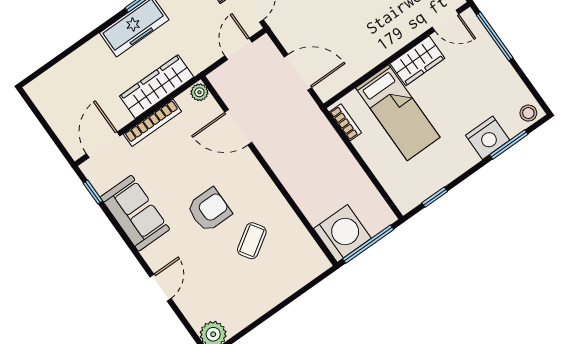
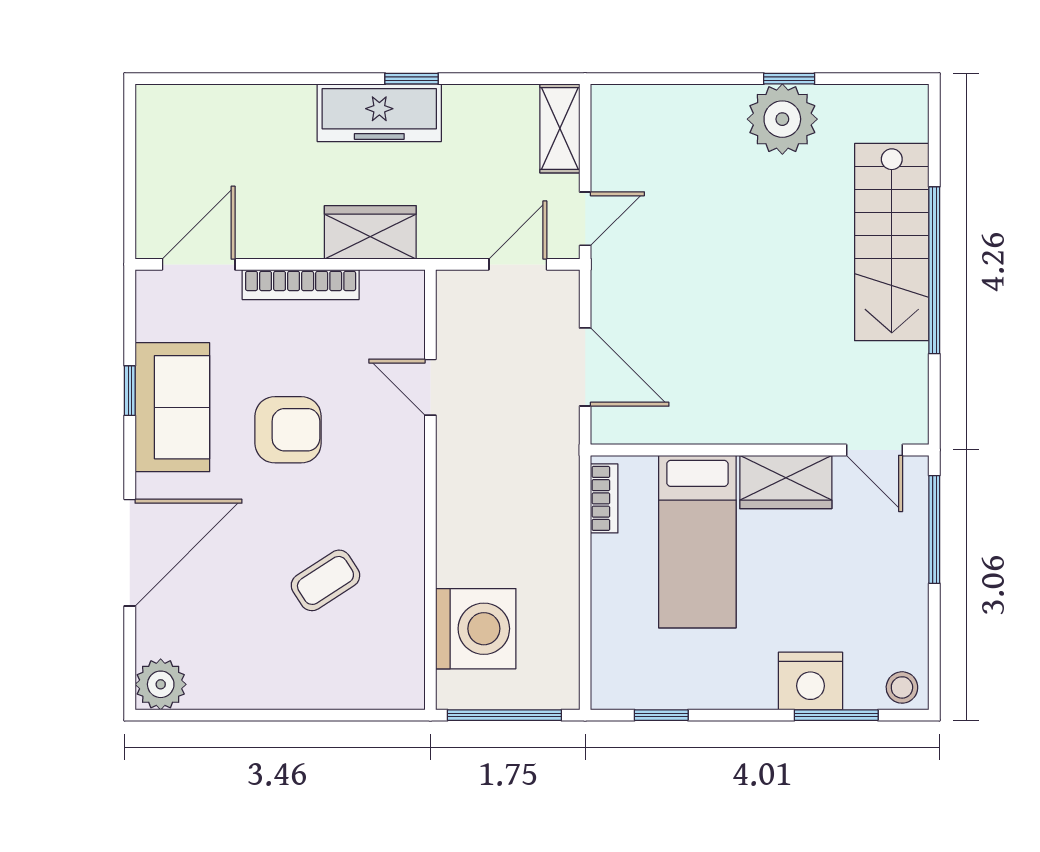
wardrobe: (157, 87) -> (370, 232), width x0.67
plant: (199, 92) -> (408, 289), removed
door: (238, 127) -> (430, 387), width x0.73
window: (93, 192) -> (130, 391), moved
armchair: (209, 210) -> (288, 430), moved
washing machine: (342, 233) -> (476, 629), moved
door: (161, 288) -> (130, 553), width x1.87

